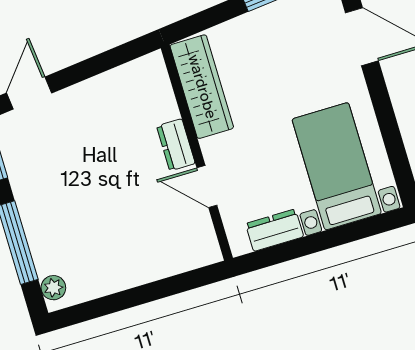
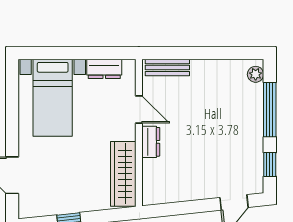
bench: (184, 259) -> (167, 68), added

